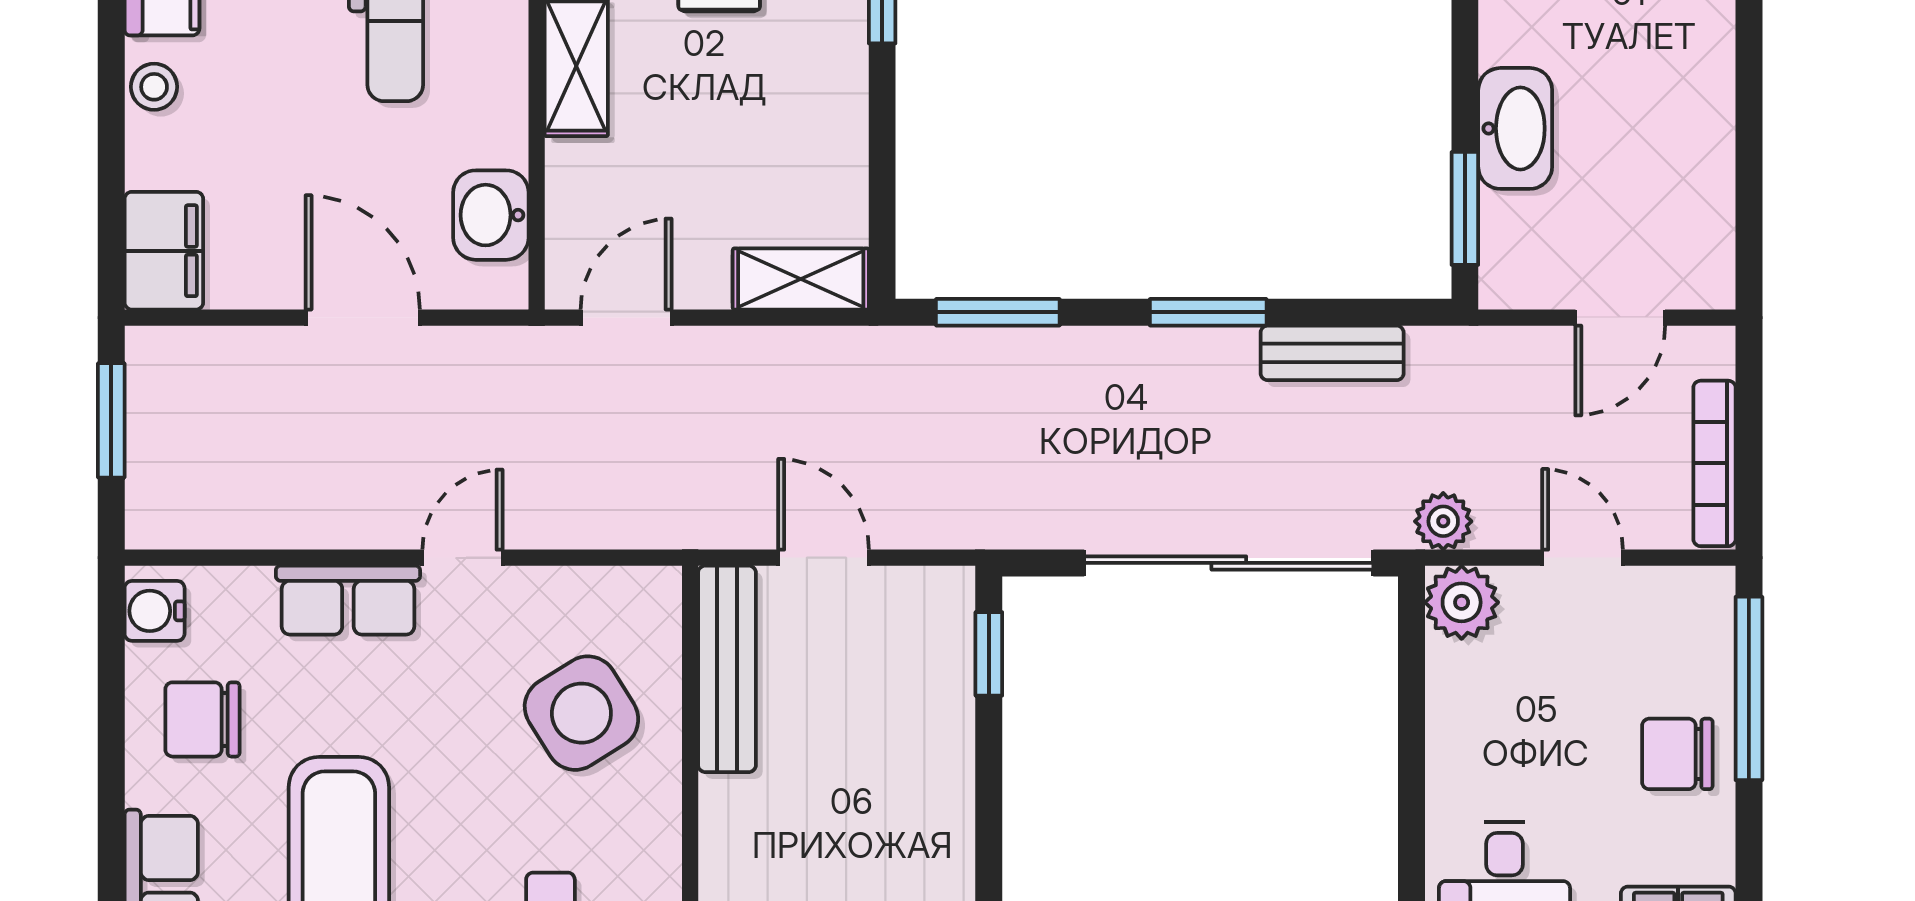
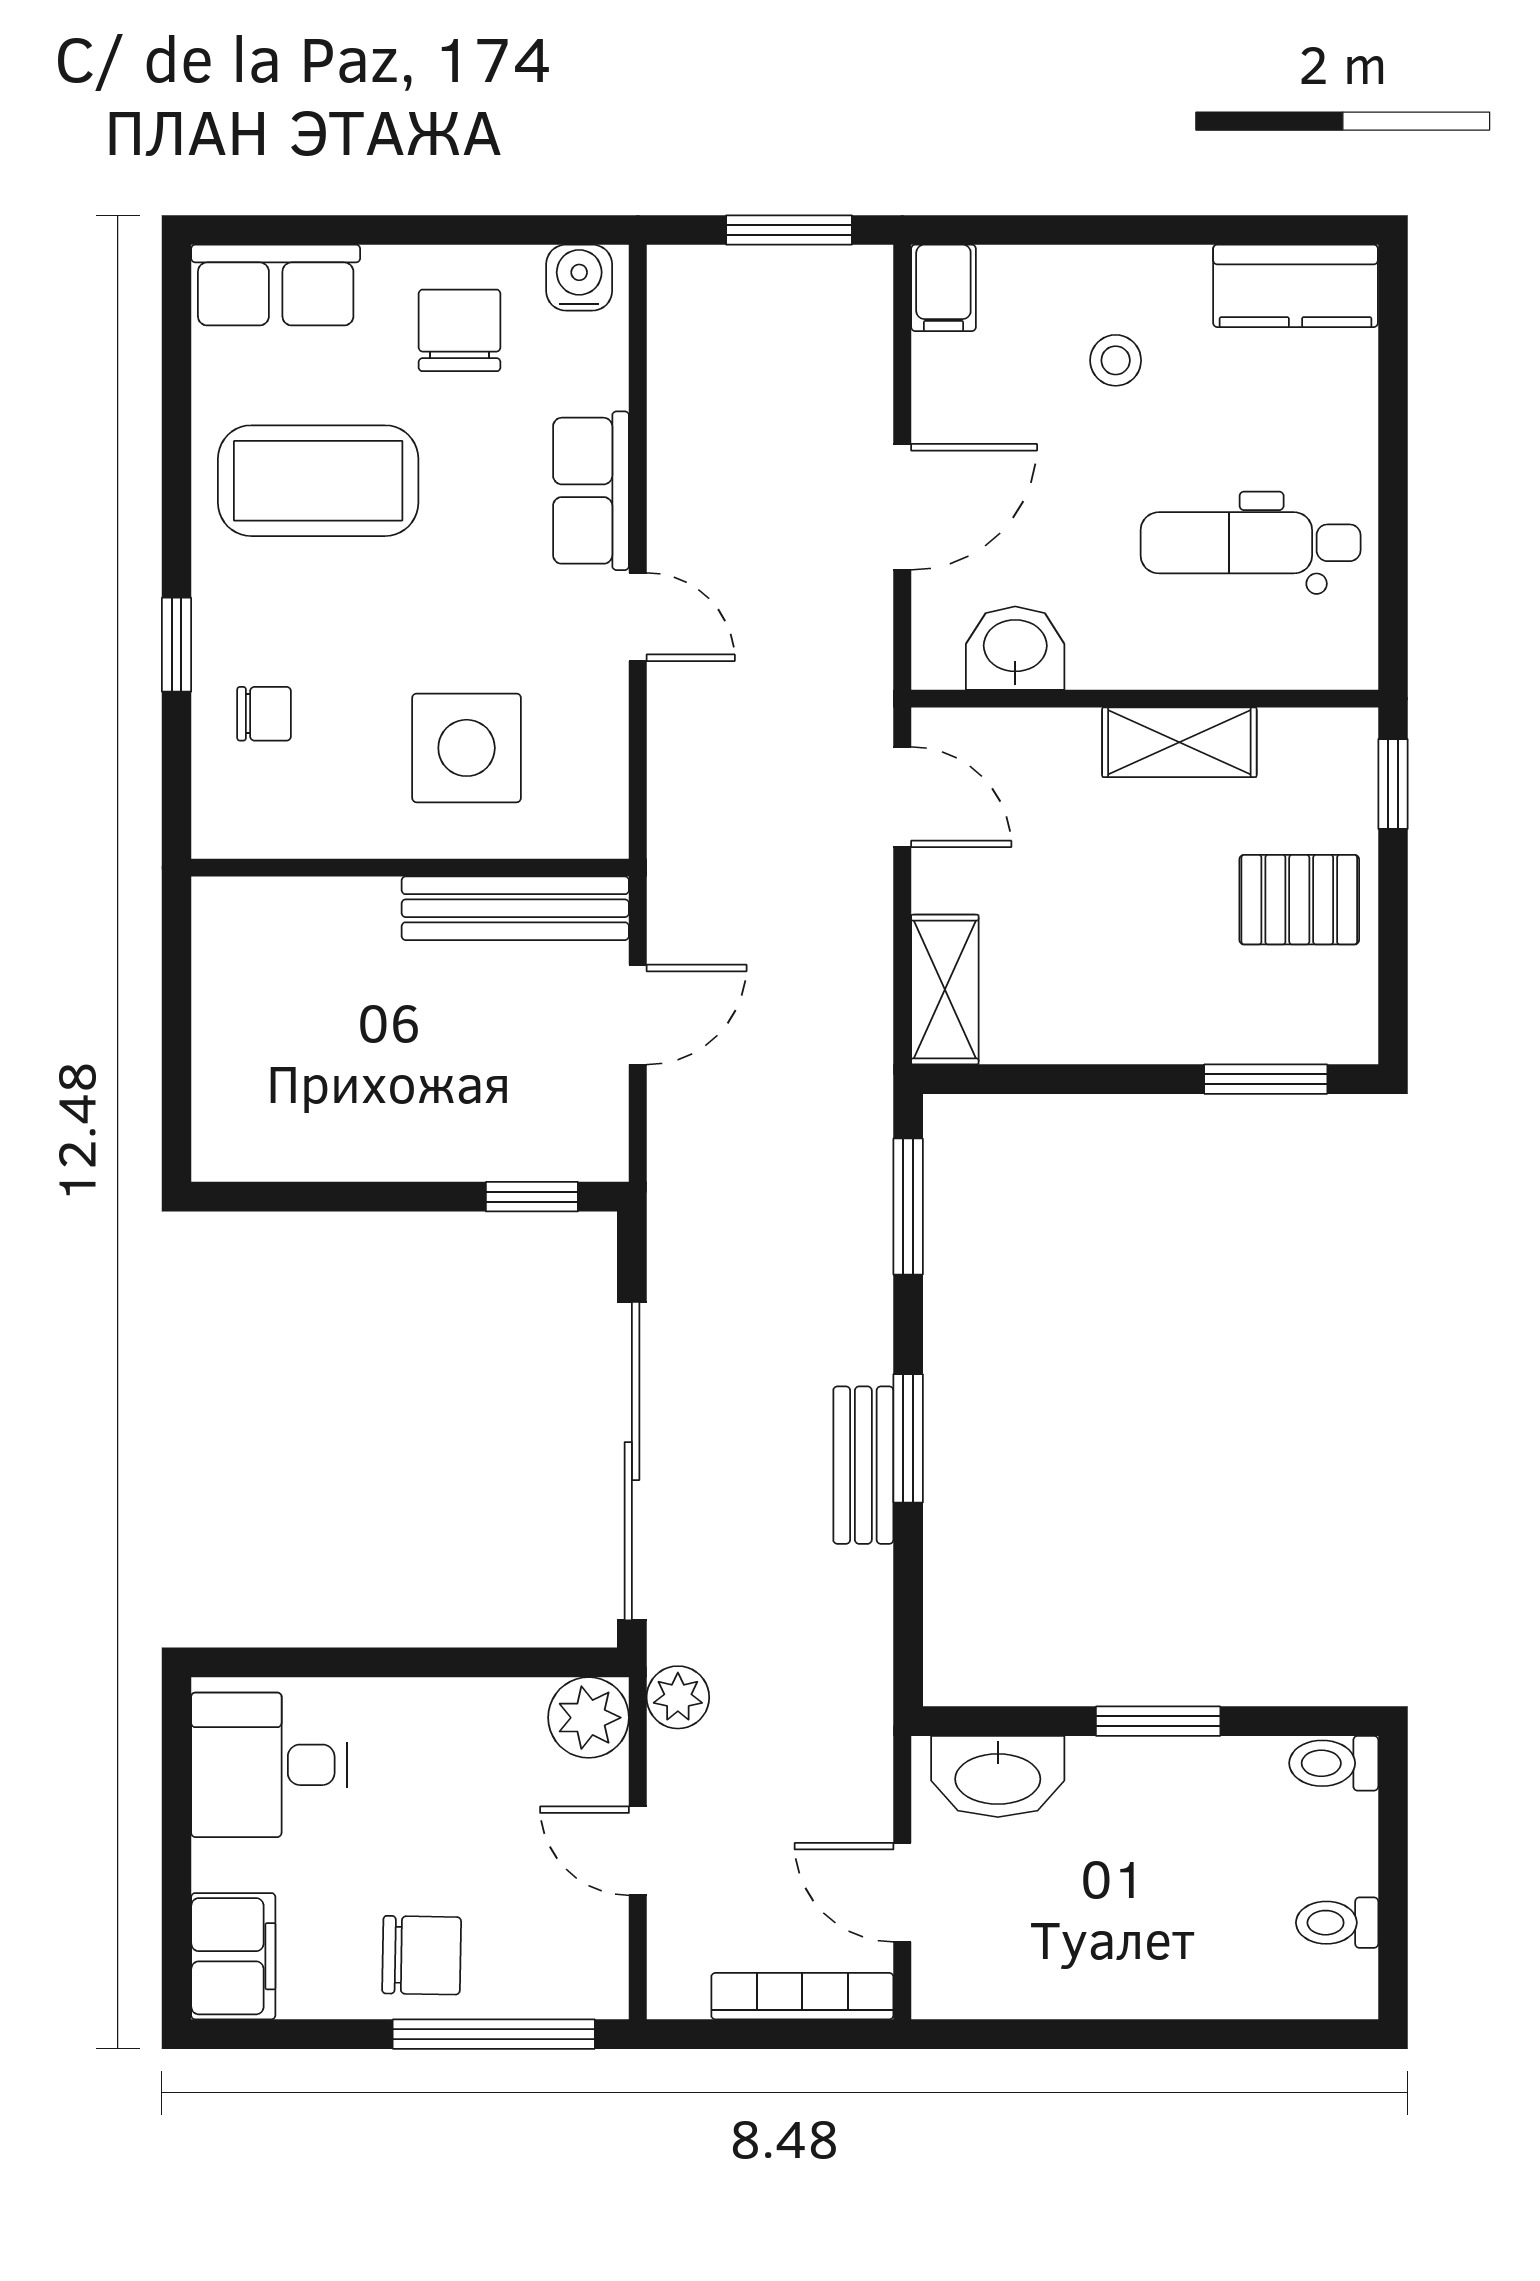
stool: (154, 87) -> (1116, 360), moved
washbasin: (1515, 128) -> (998, 1777), moved
window: (1465, 208) -> (1158, 1721), moved
filing cabinet: (164, 251) -> (943, 288), width x0.50
bench: (1332, 353) -> (863, 1465), moved
bookcase: (1714, 463) -> (802, 1996), moved
door: (1583, 558) -> (638, 1851), swing flipped
side table: (581, 713) -> (467, 748), turned 32
chair: (1677, 754) -> (422, 1955), turned 91

